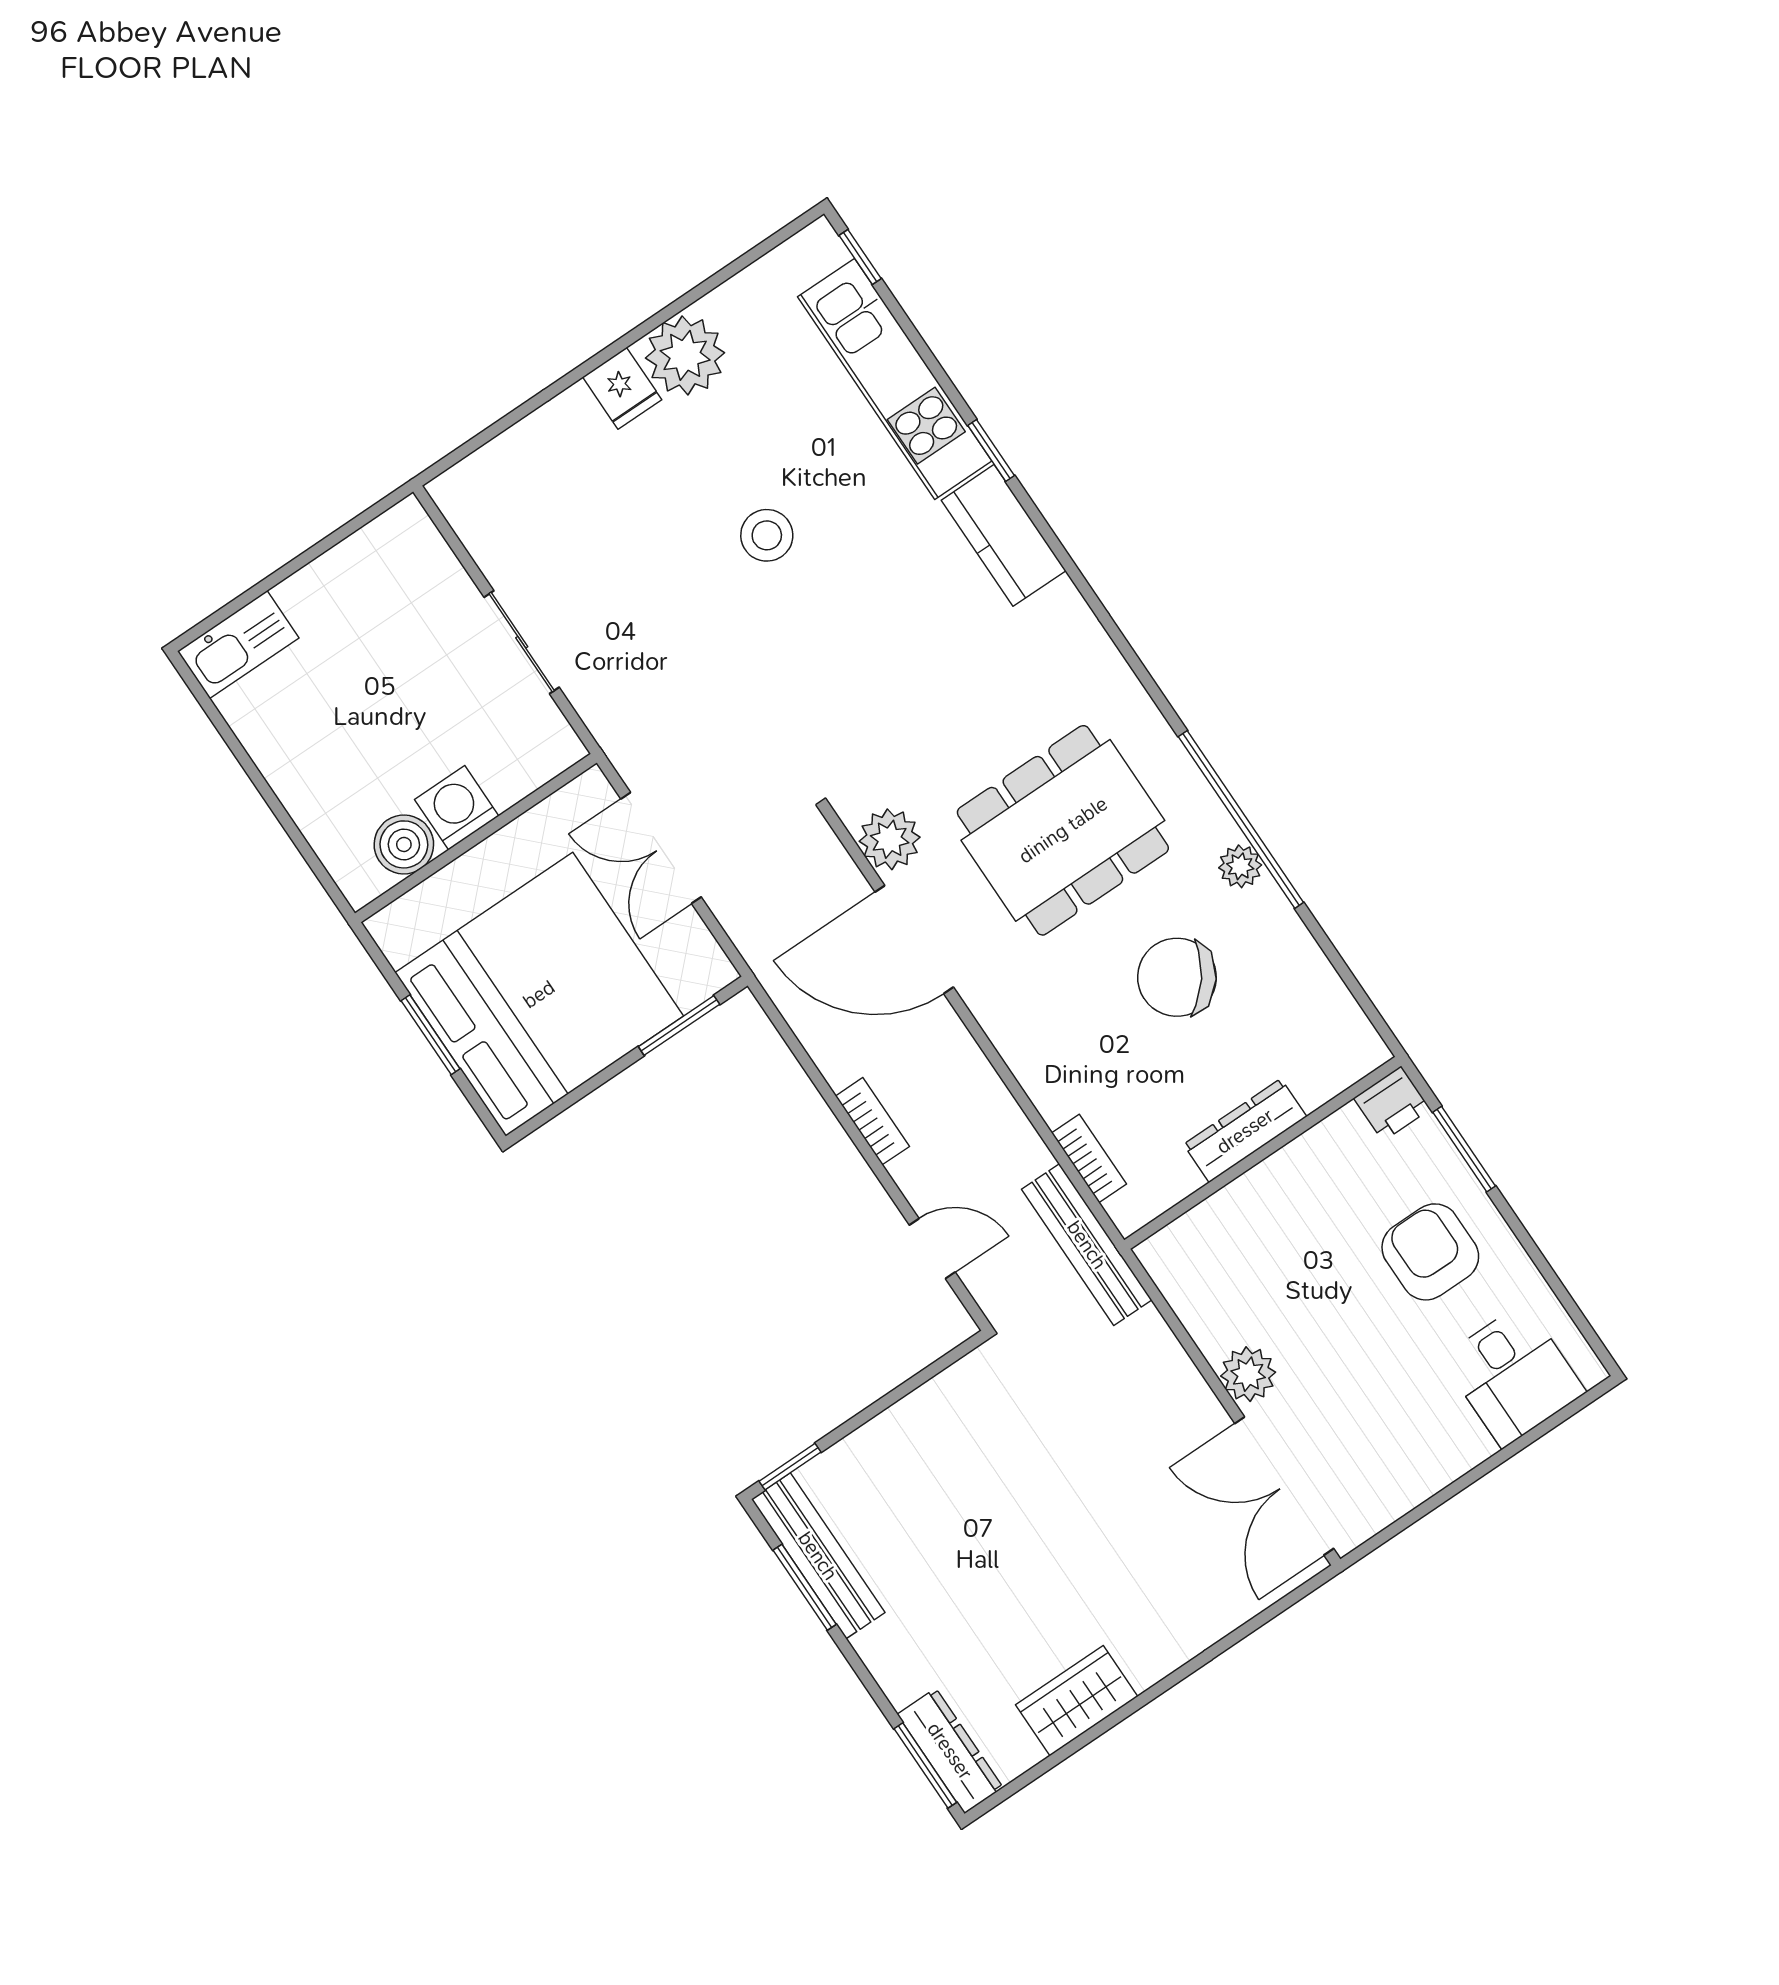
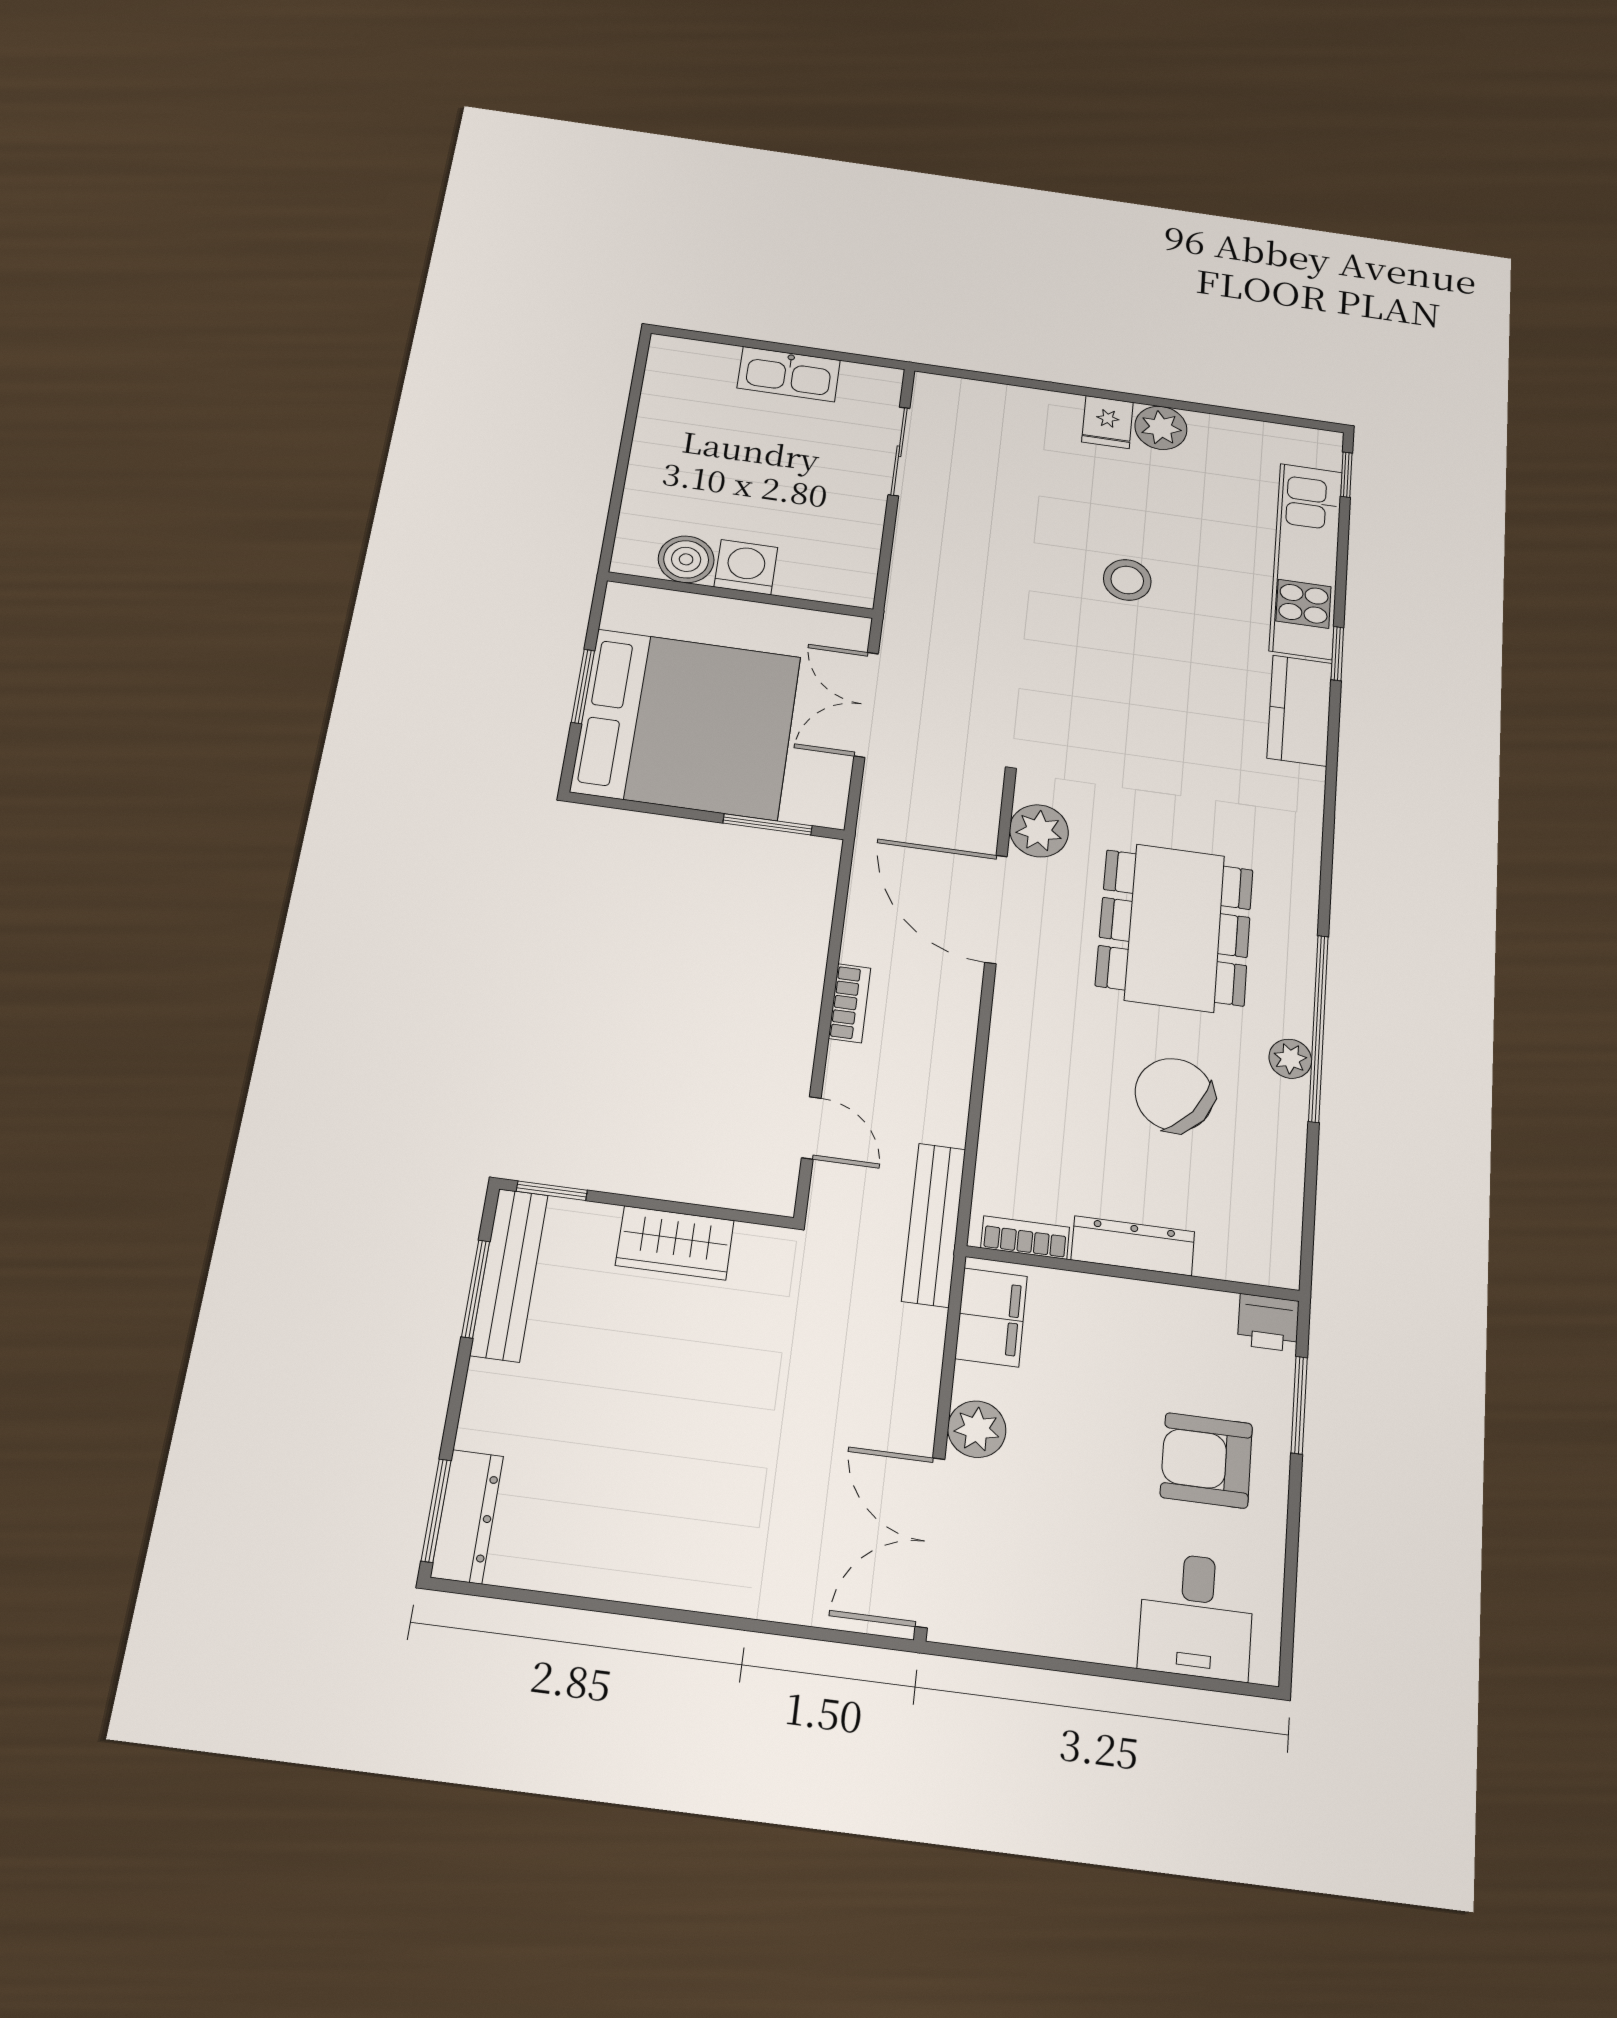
plant: (685, 355) -> (1161, 428), width x0.73, depth x0.73
sliding door: (522, 642) -> (899, 451), moved
kitchen sink: (238, 645) -> (789, 374), moved
dining table: (1063, 830) -> (1175, 927), turned 90
bookcase: (1089, 1158) -> (1025, 1238), moved, turned -90
armchair: (1430, 1252) -> (1206, 1460), turned -90
filing cabinet: (1188, 1280) -> (991, 1317), added
wardrobe: (1077, 1701) -> (675, 1243), moved, turned 180

